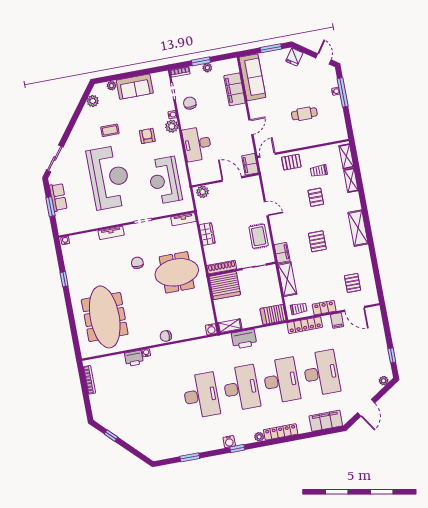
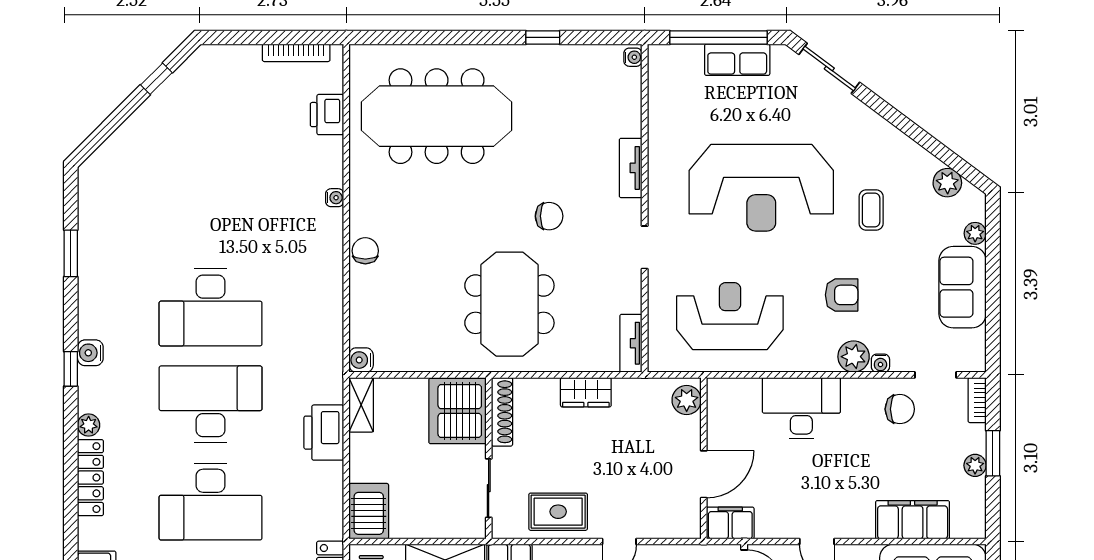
window: (50, 207) -> (719, 37), width x2.11
printer: (134, 358) -> (327, 115), moved
desk: (241, 388) -> (211, 404), turned 180

